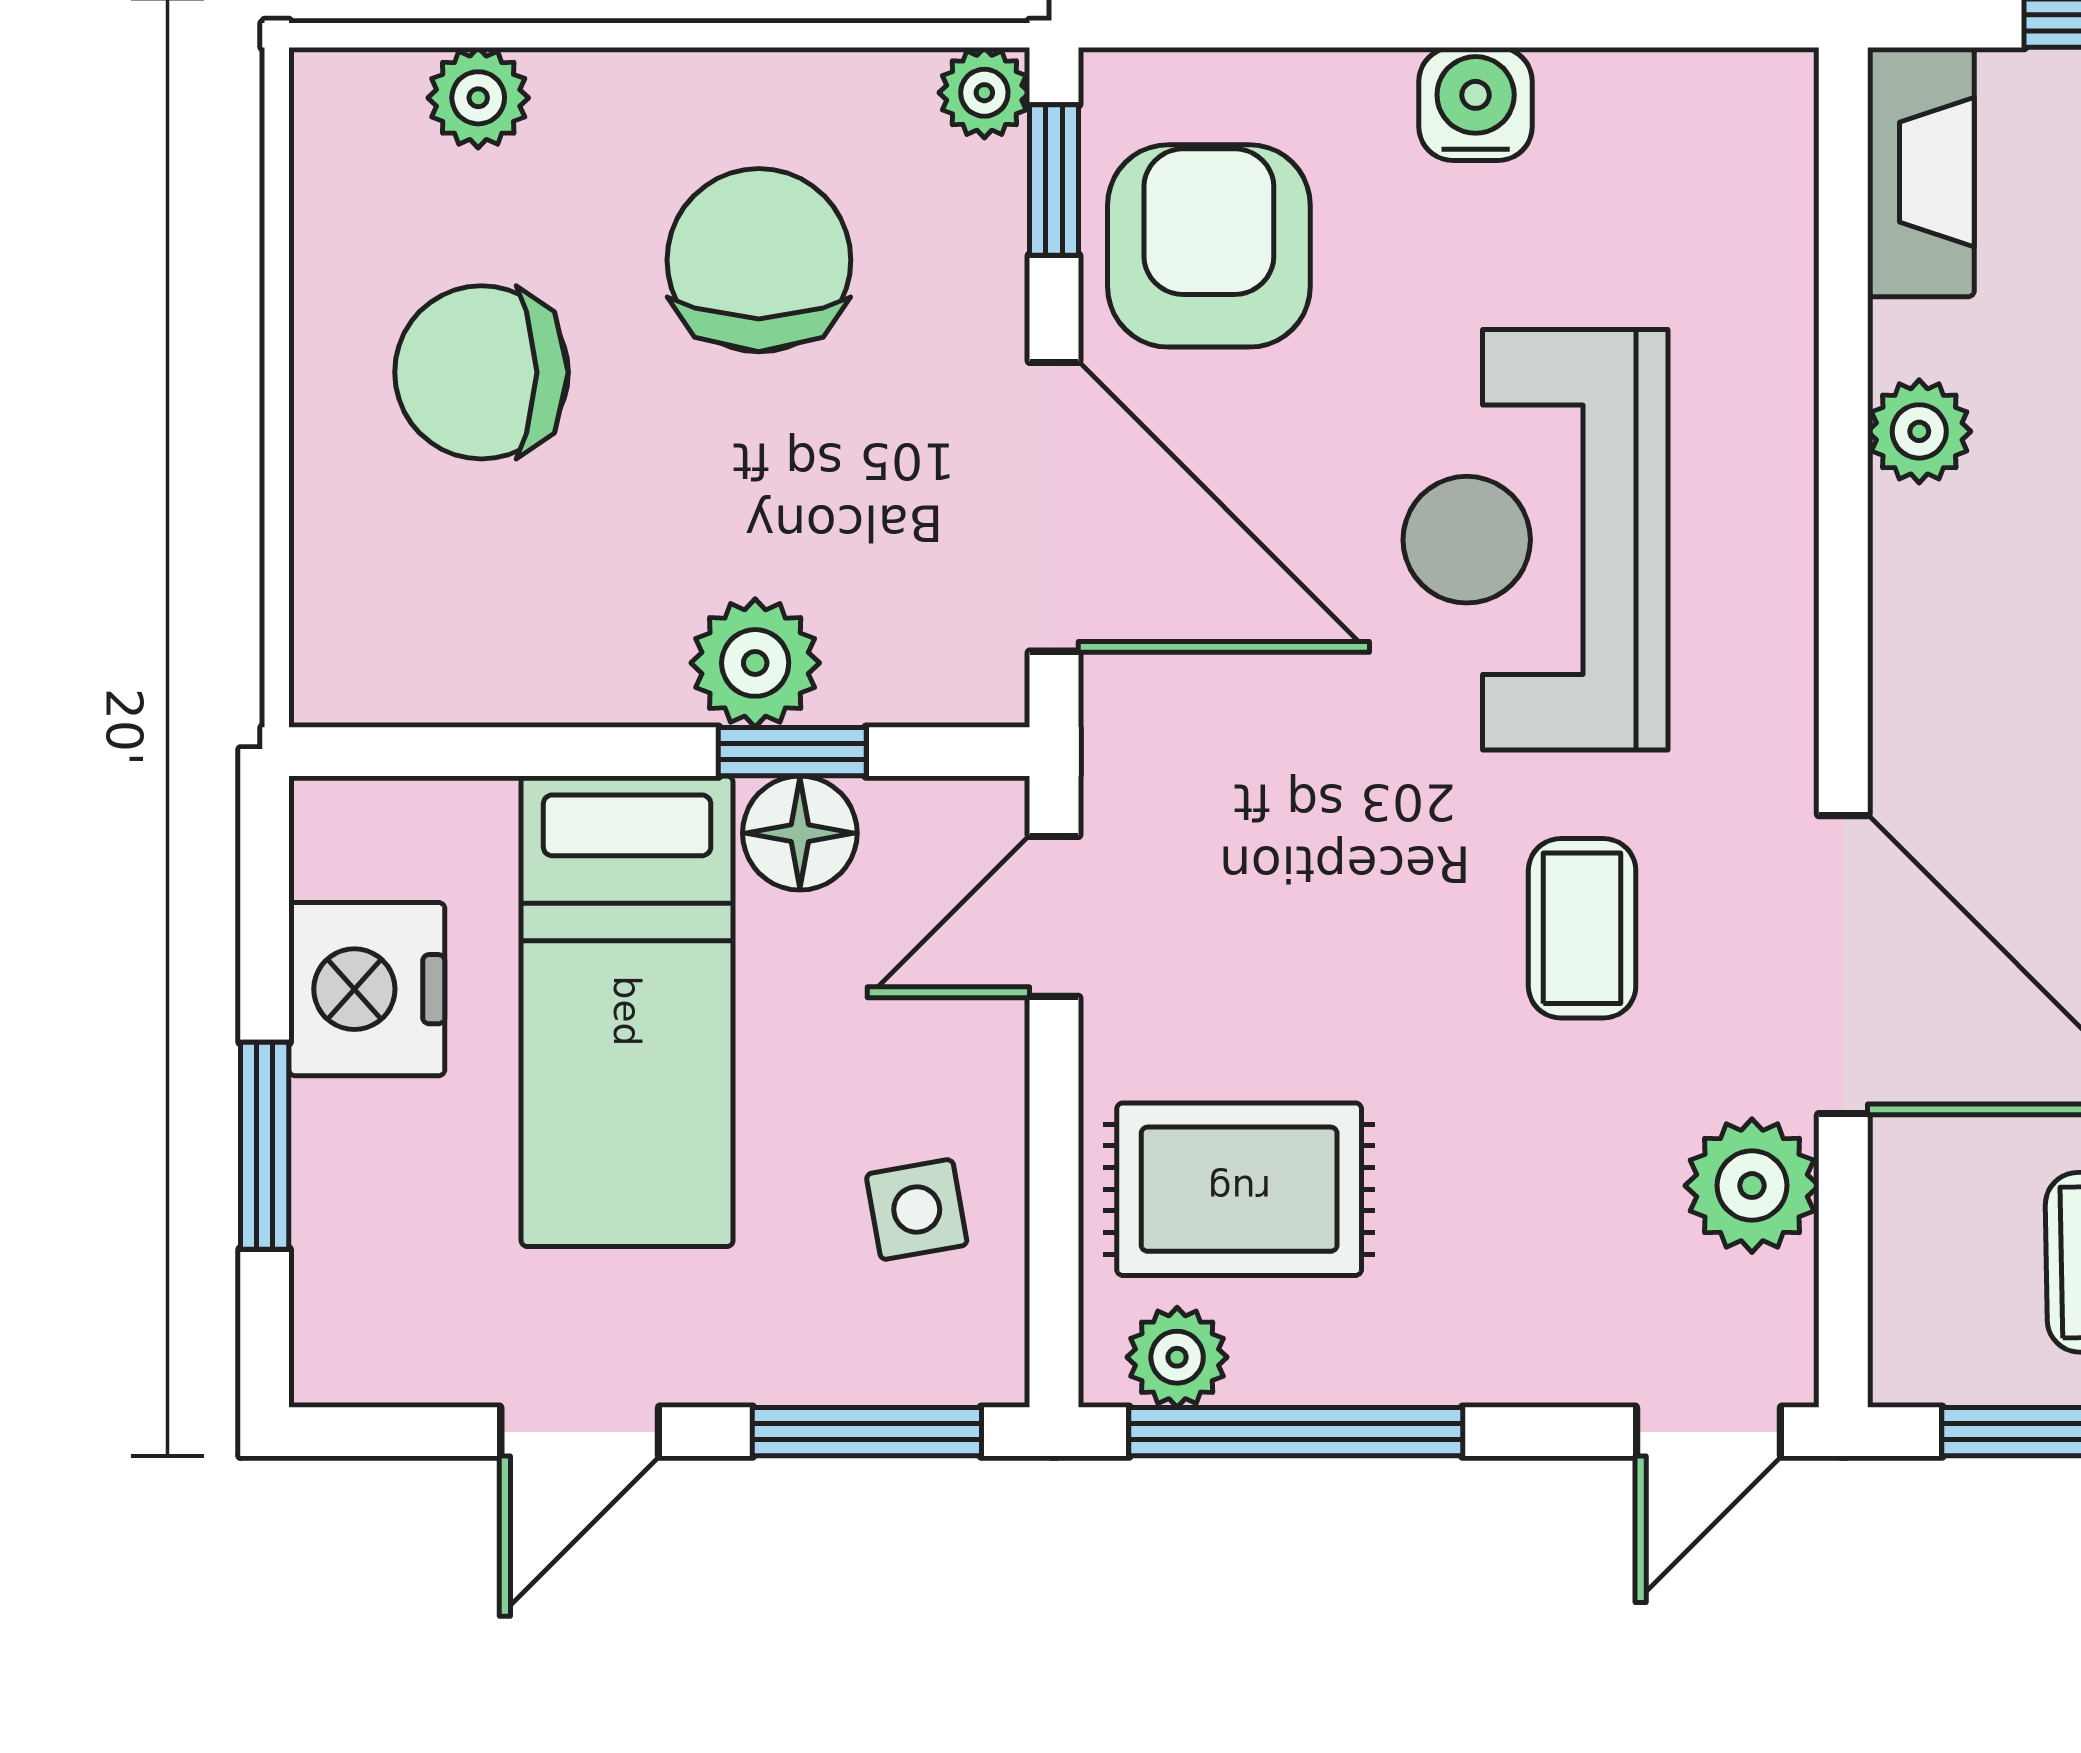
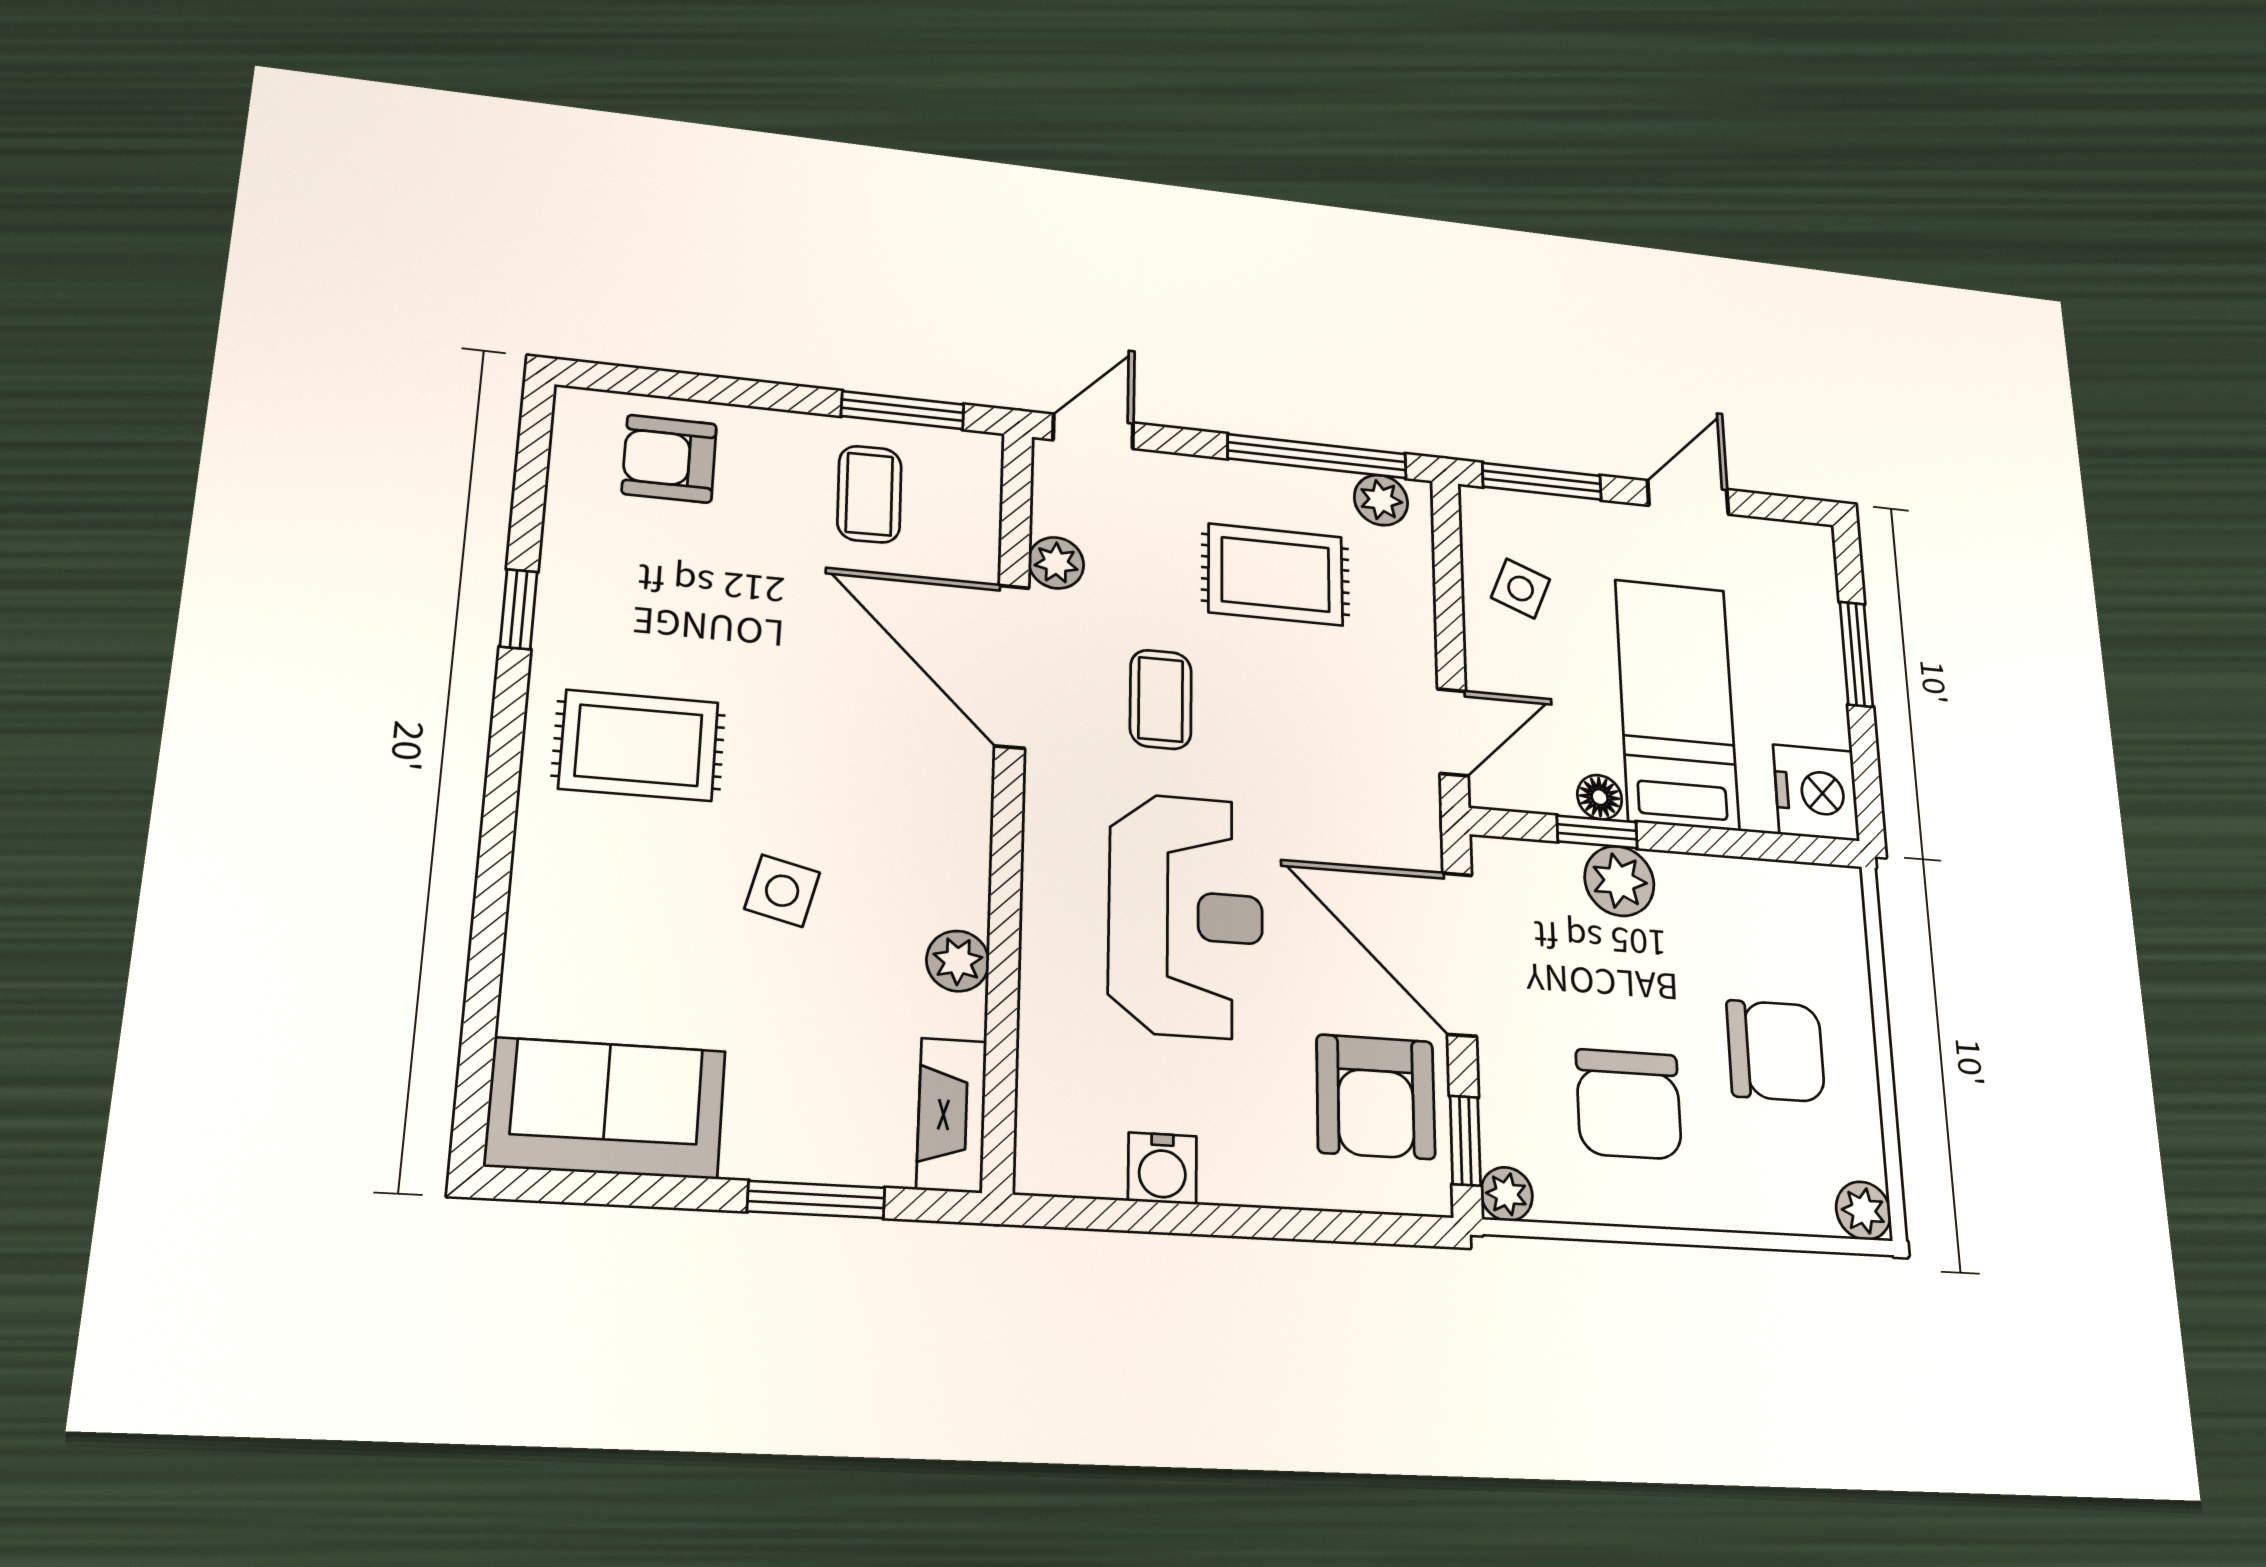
plant: (478, 98) -> (1863, 1211), moved
water cooler: (1476, 104) -> (1162, 1168), moved
floor lamp: (800, 833) -> (1600, 797), width x0.73, depth x0.73
nightstand: (367, 989) -> (1816, 793), moved
plant: (1752, 1186) -> (1056, 563), width x0.73, depth x0.73
rug: (1239, 1189) -> (1276, 575), moved
side table: (917, 1209) -> (1521, 588), turned 32

